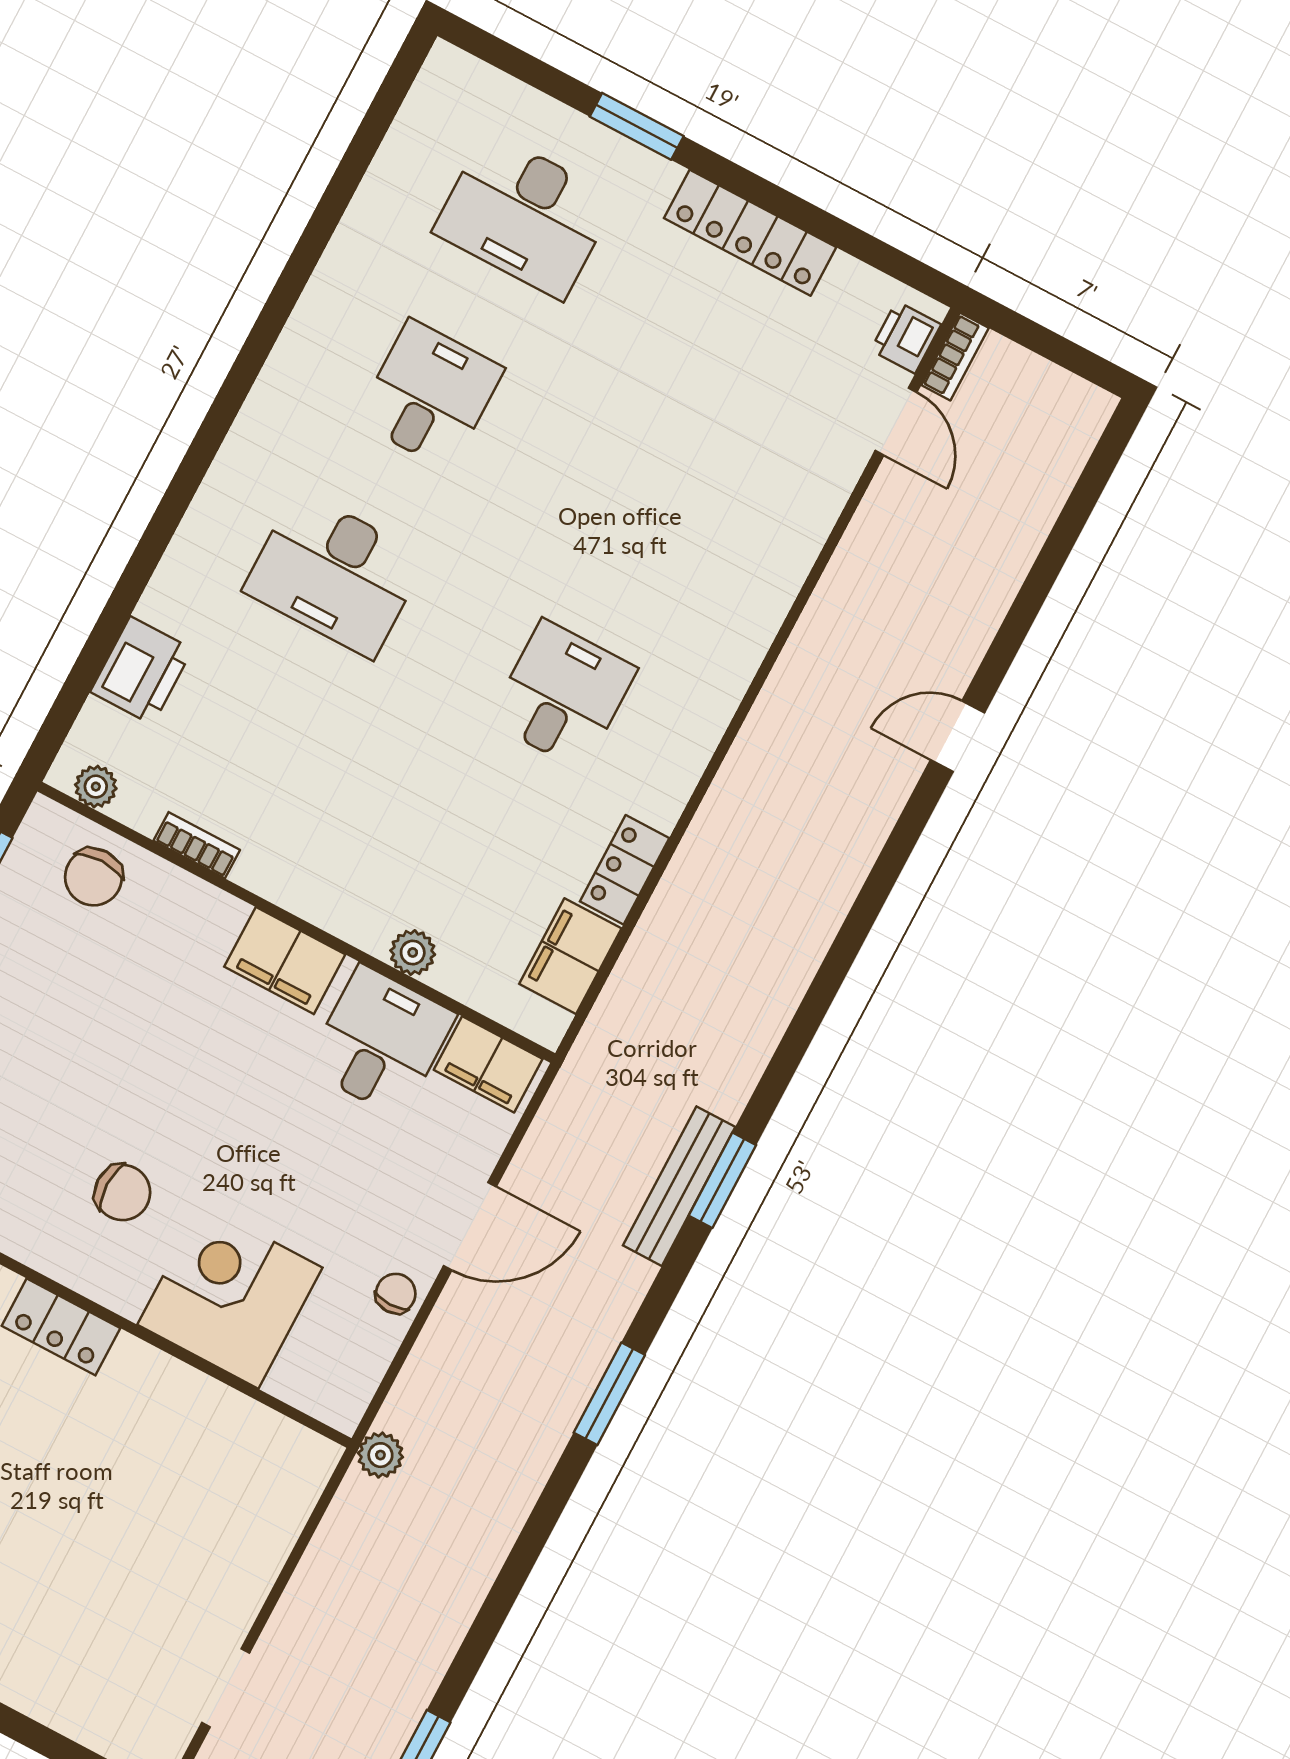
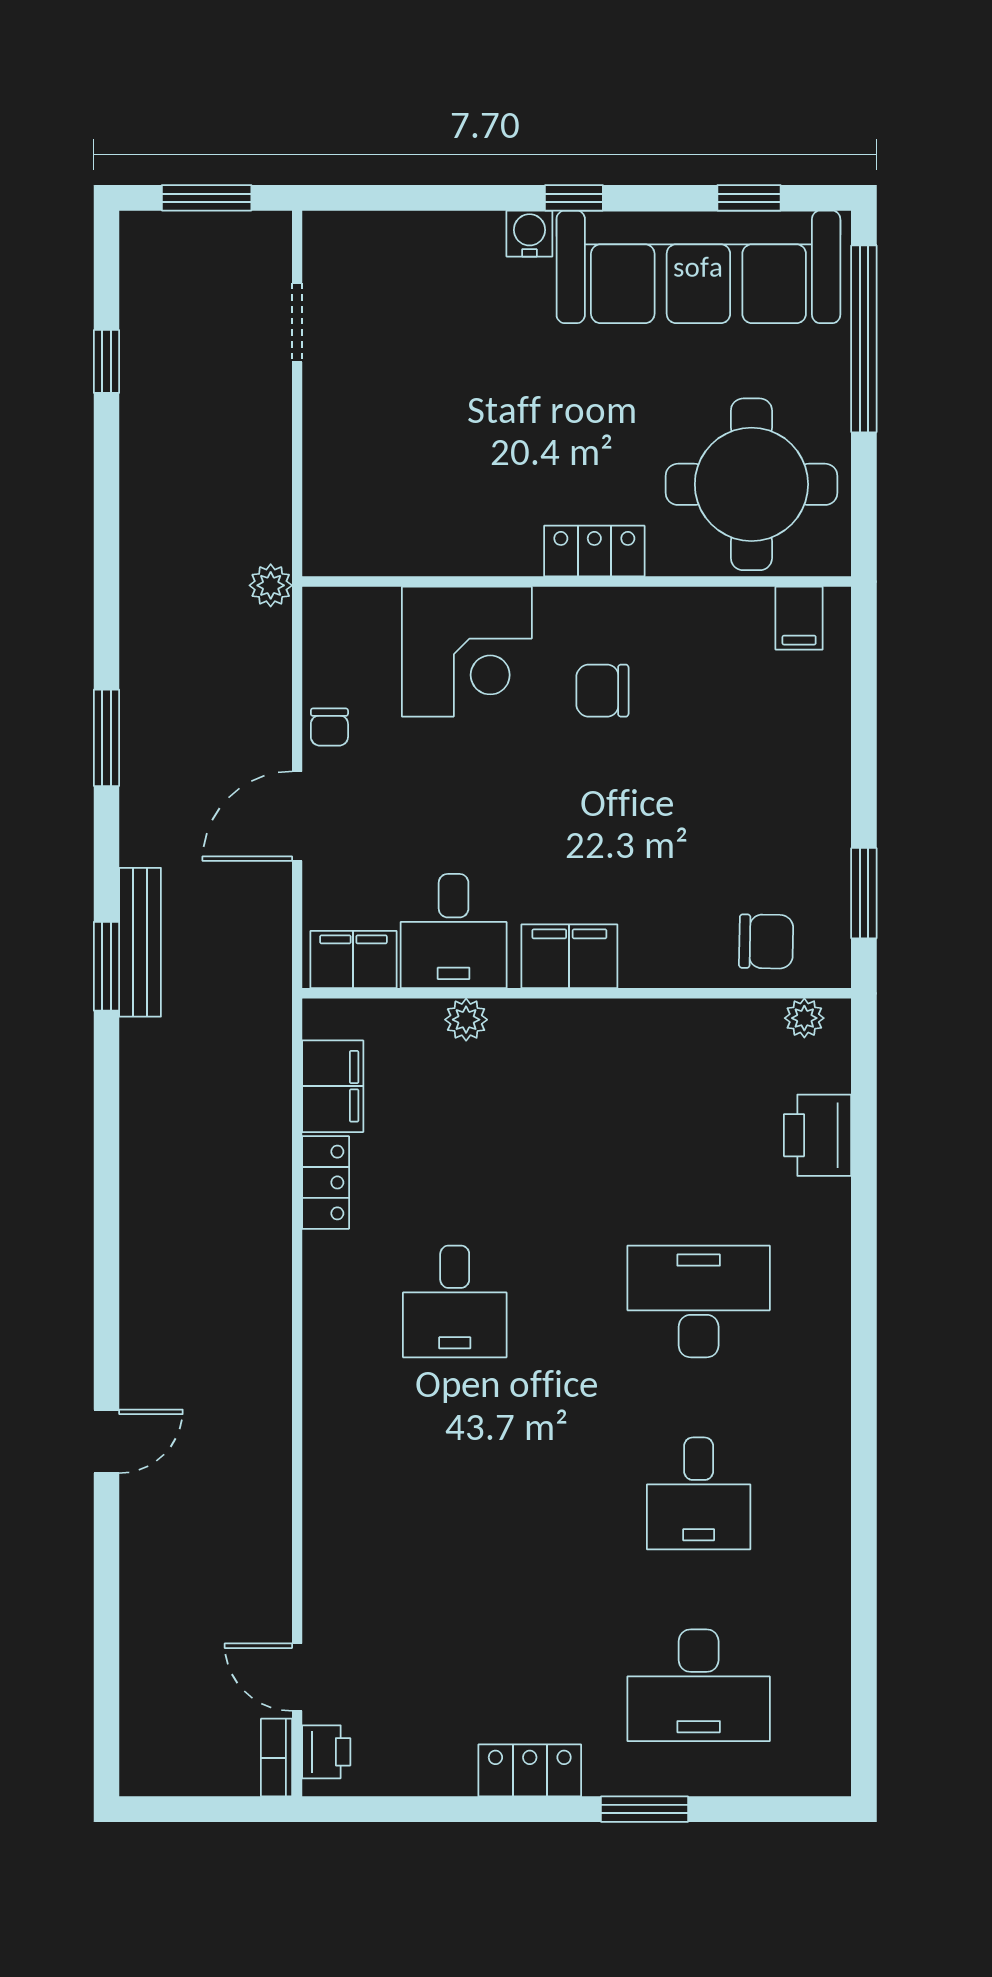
desk: (525, 215) -> (699, 1685), turned 180
locker: (750, 233) -> (530, 1770), width x0.66
bookcase: (197, 845) -> (694, 1014), removed
chair: (94, 877) -> (766, 941), turned 91

